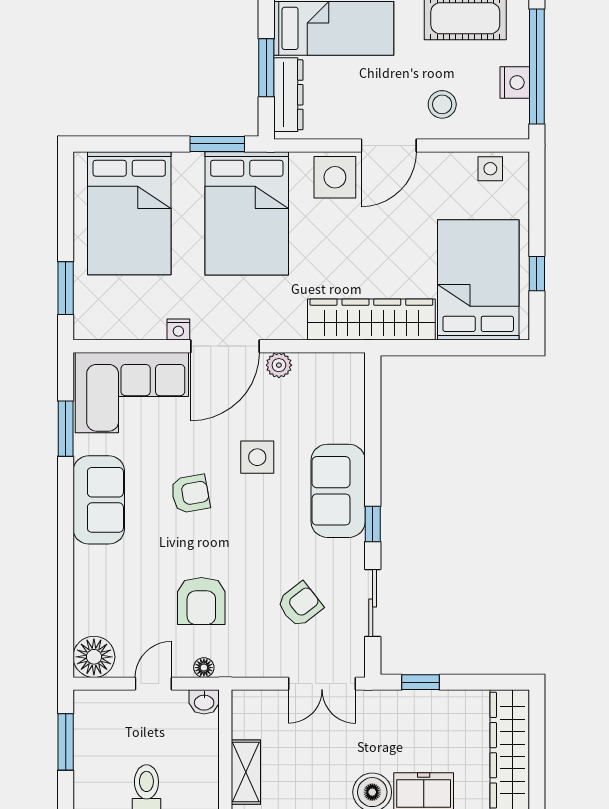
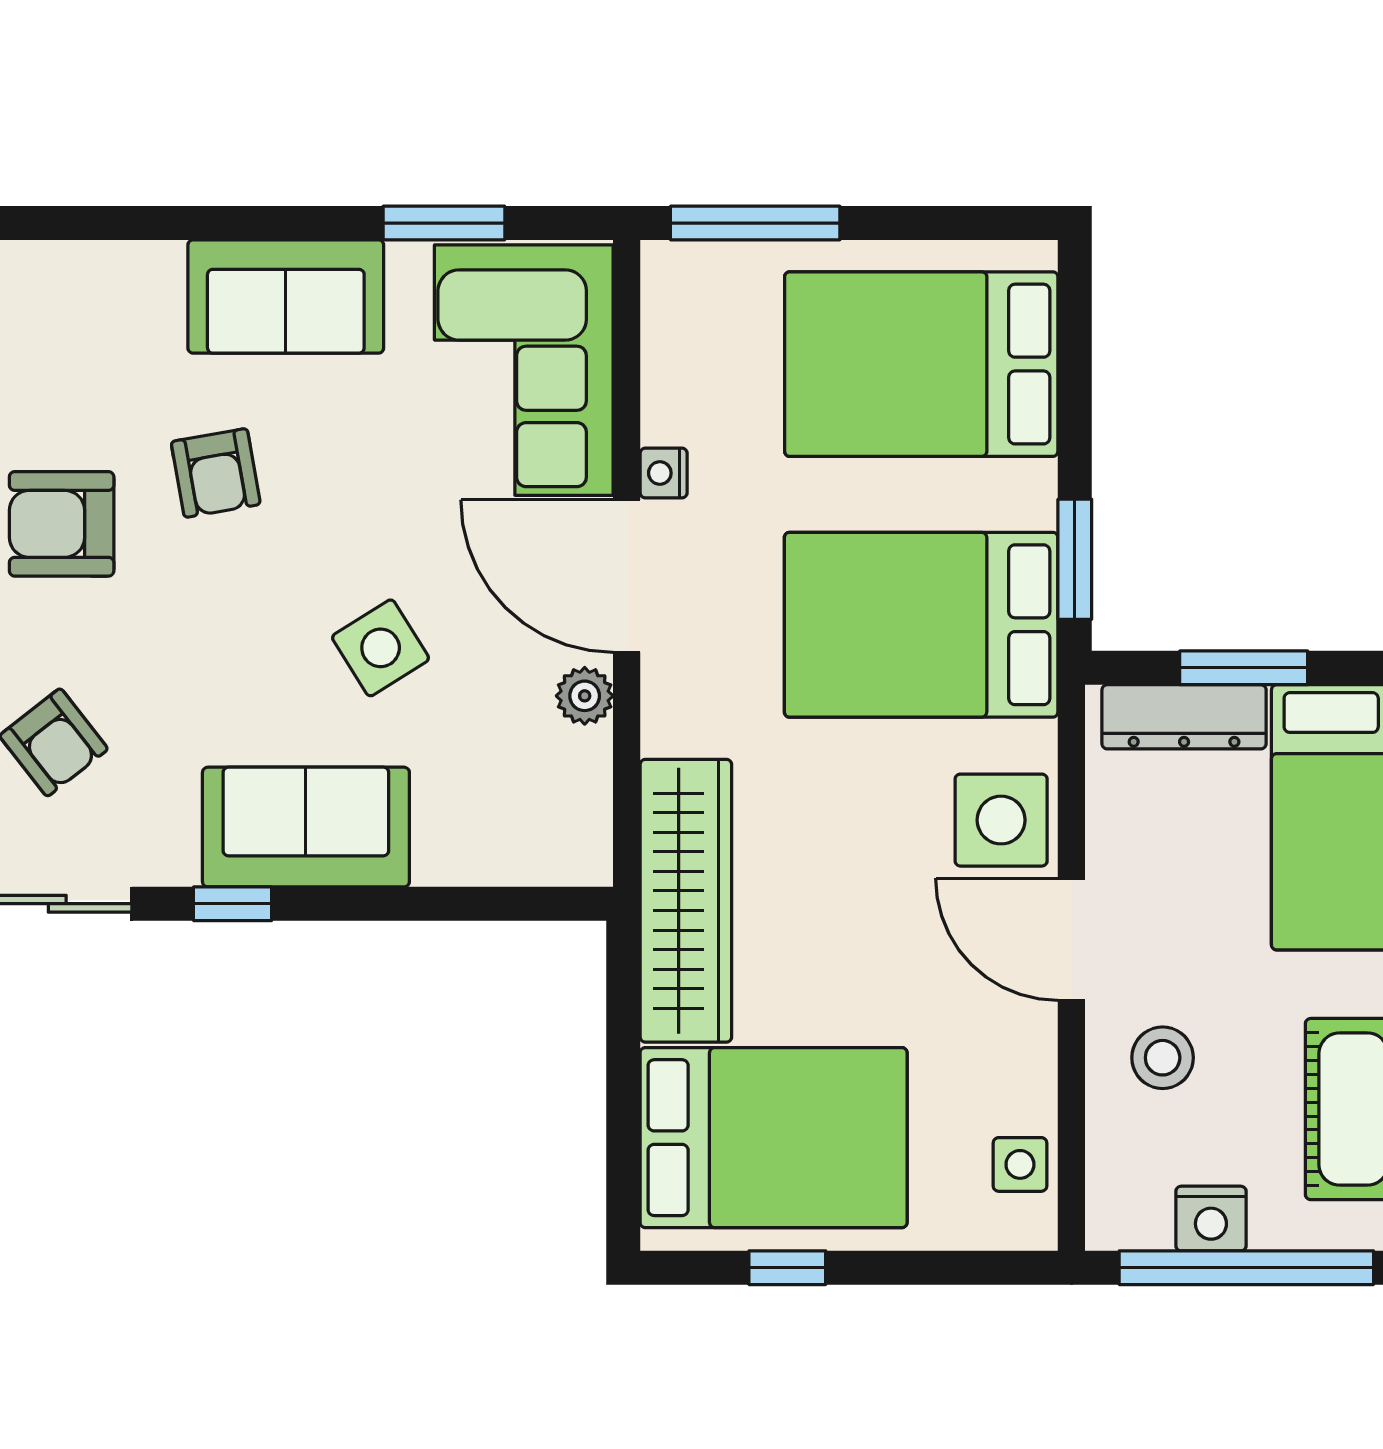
window: (66, 288) -> (755, 223), width x1.44
side table: (257, 457) -> (381, 648), turned -32
armchair: (190, 494) -> (216, 473), moved

